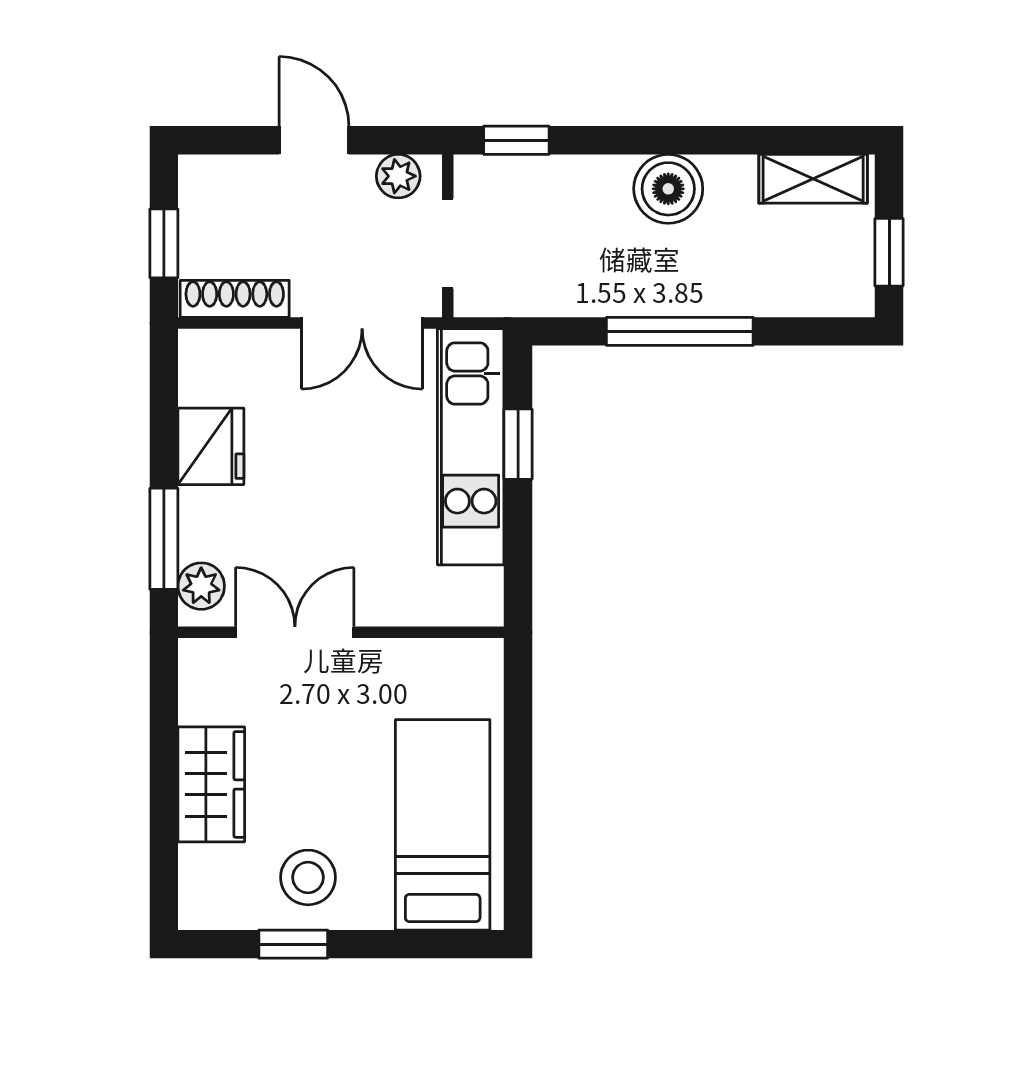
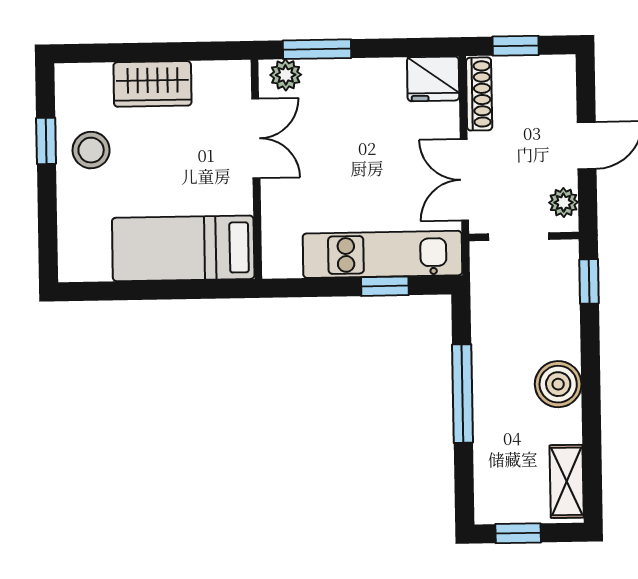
fridge: (211, 446) -> (433, 79), moved
bed: (443, 825) -> (183, 248), moved, turned 180

